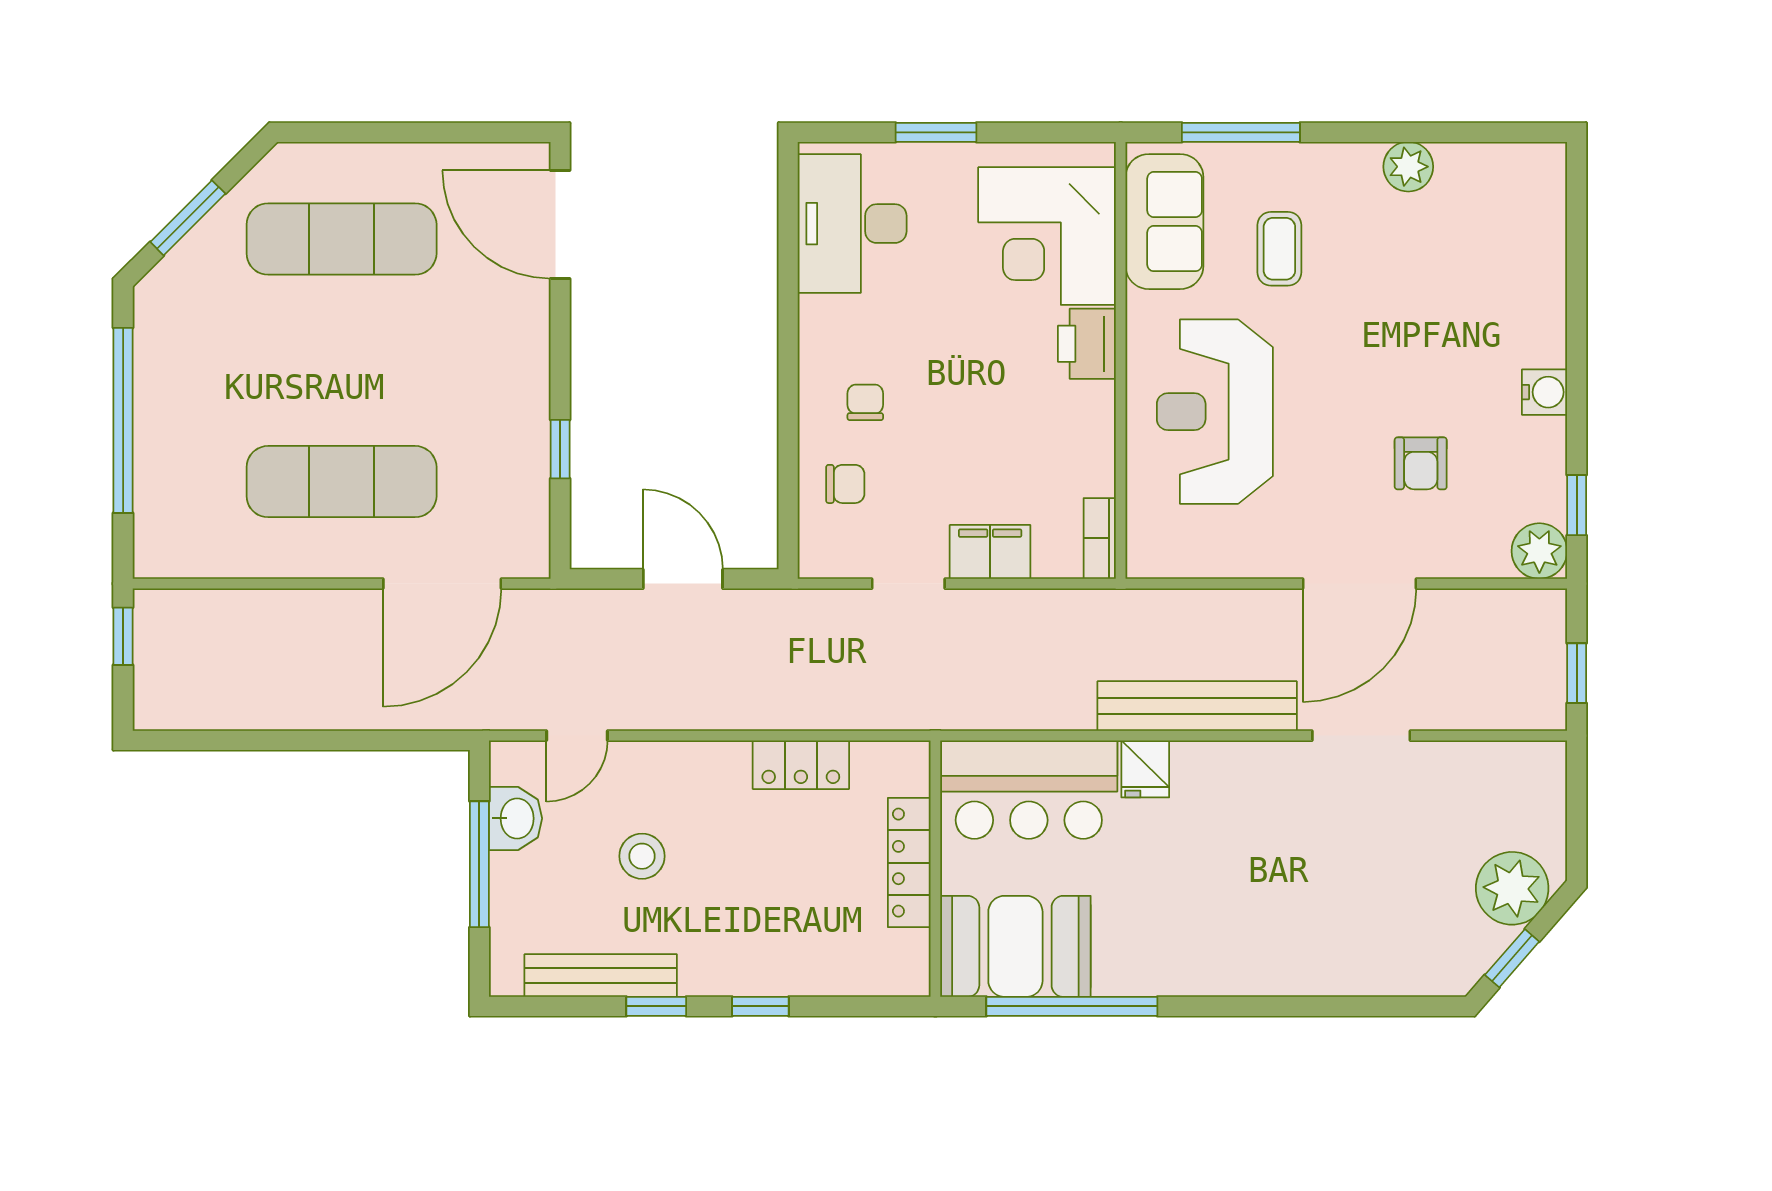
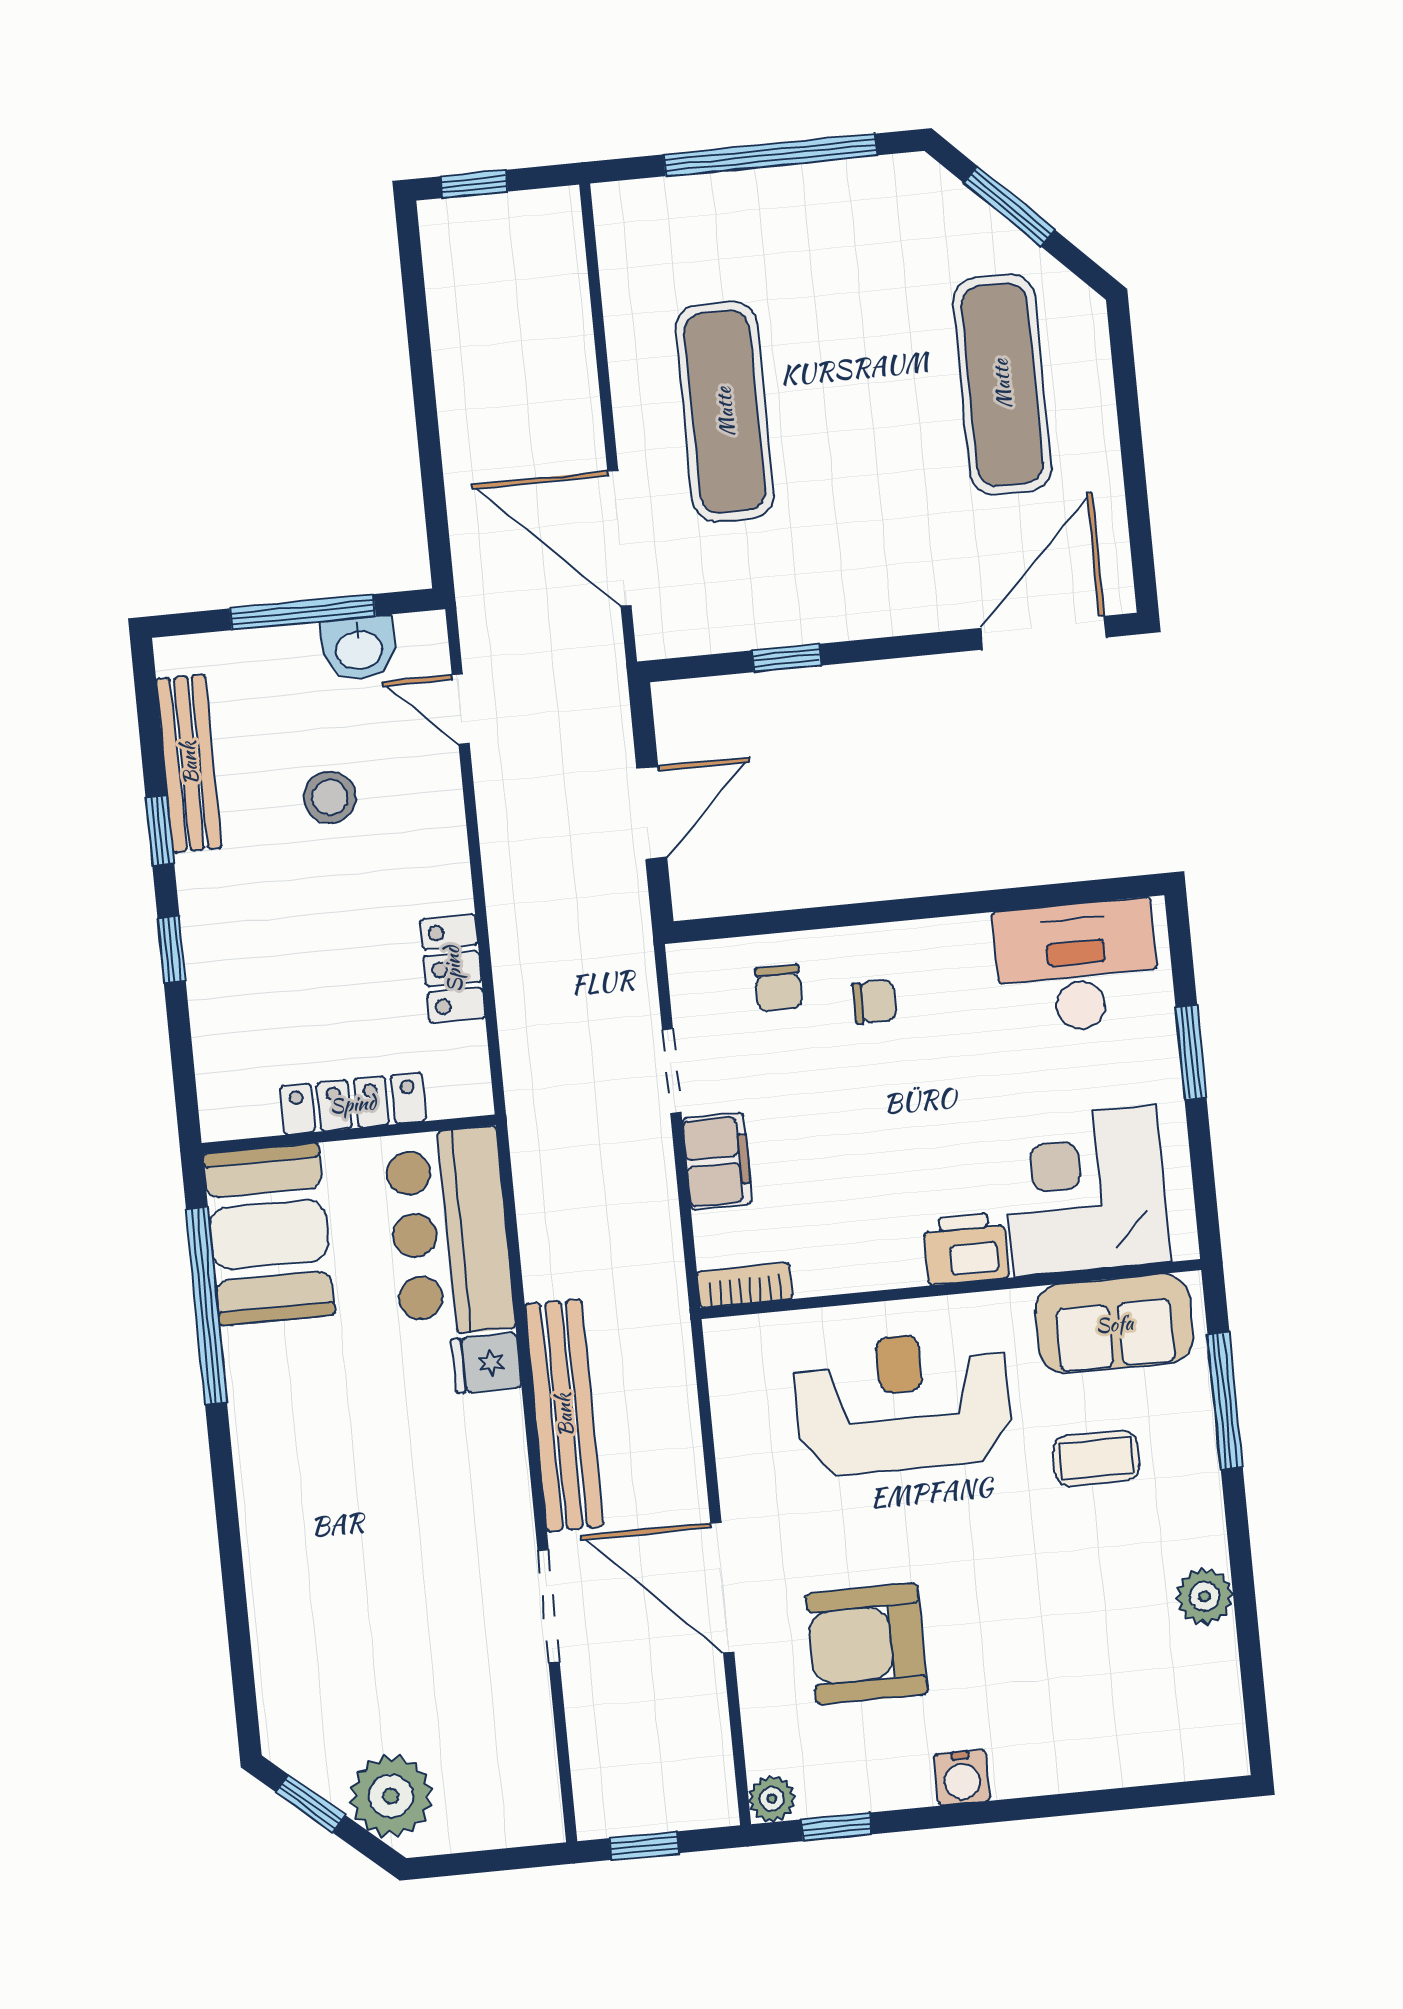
armchair: (1421, 463) -> (867, 1644), width x1.88, depth x1.88
plant: (1539, 551) -> (772, 1799), width x0.73, depth x0.73
window: (123, 636) -> (474, 184), moved

